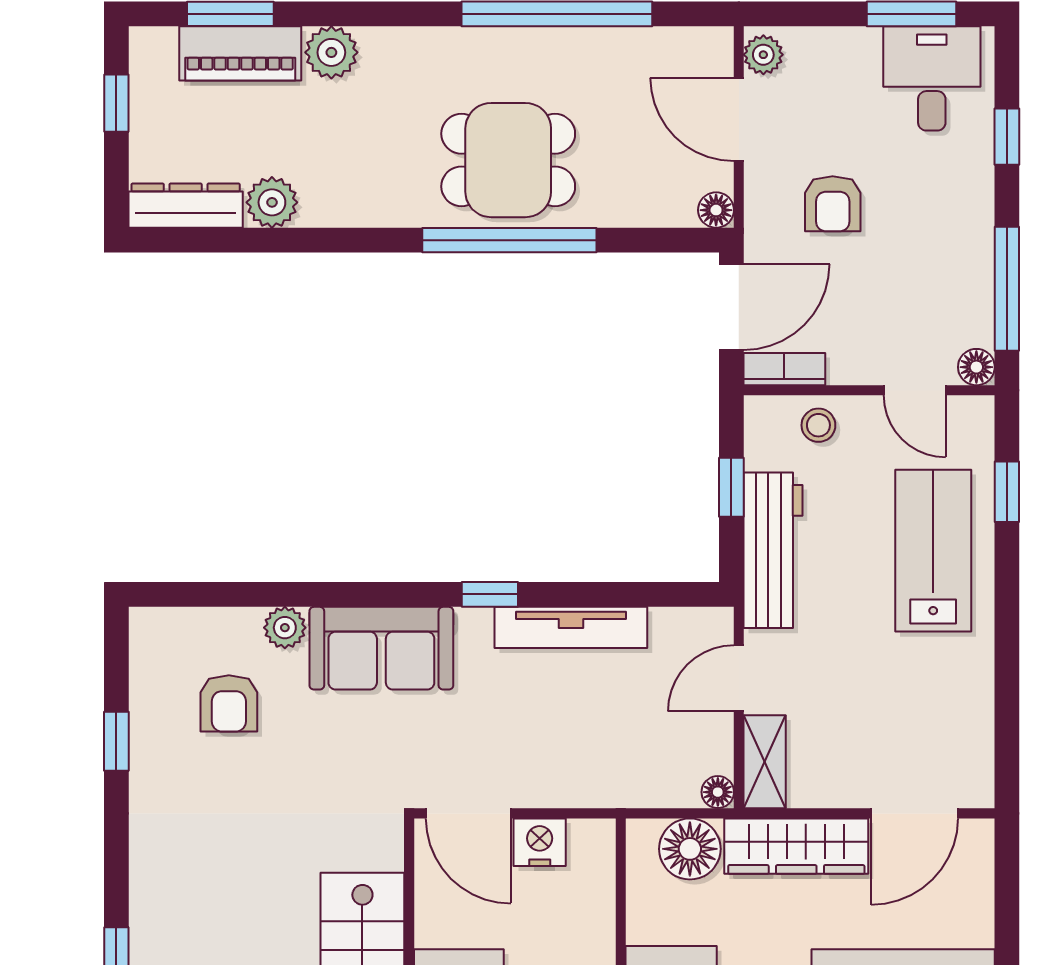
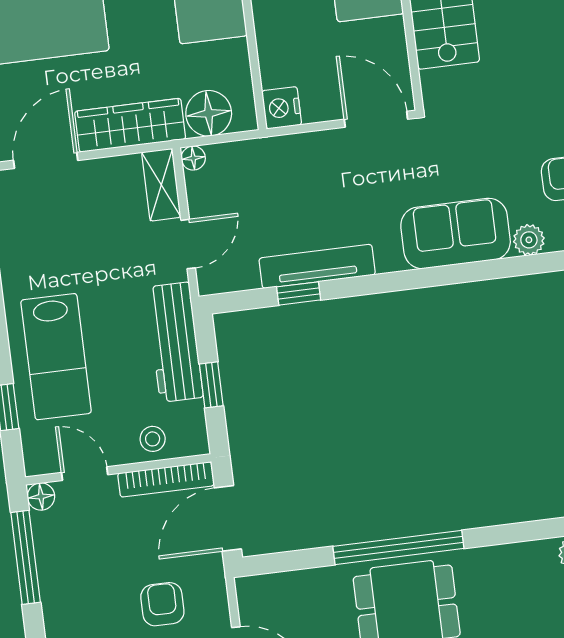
floor lamp: (716, 210) -> (248, 589), removed
bookcase: (784, 369) -> (166, 479), width x1.56
window: (490, 594) -> (299, 293), moved
nightstand: (540, 842) -> (282, 108), moved, turned 90

